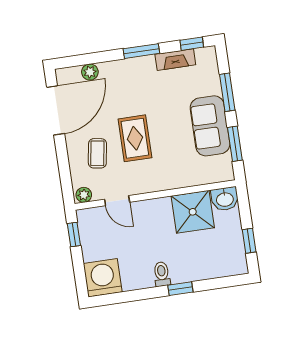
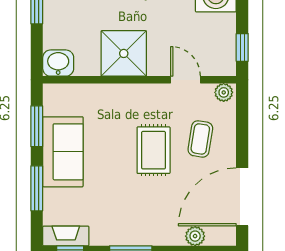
fireplace: (175, 60) -> (66, 236), moved
shower: (193, 212) -> (124, 53), moved

